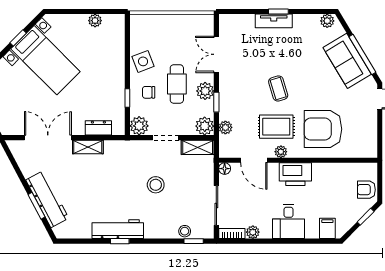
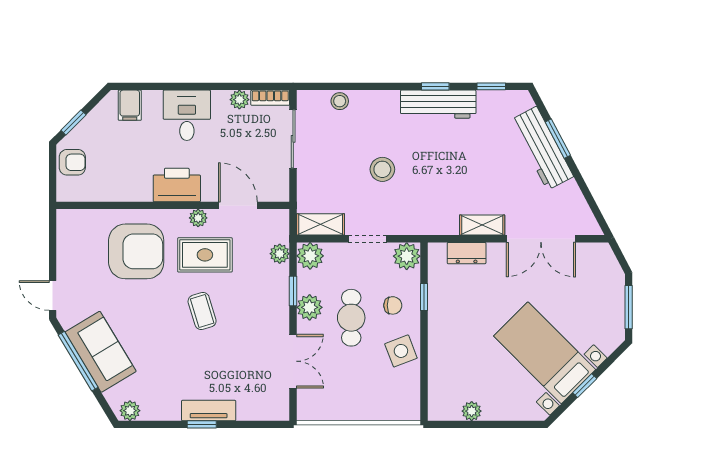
floor lamp: (225, 169) -> (281, 193), removed
window: (194, 241) -> (491, 86), moved

